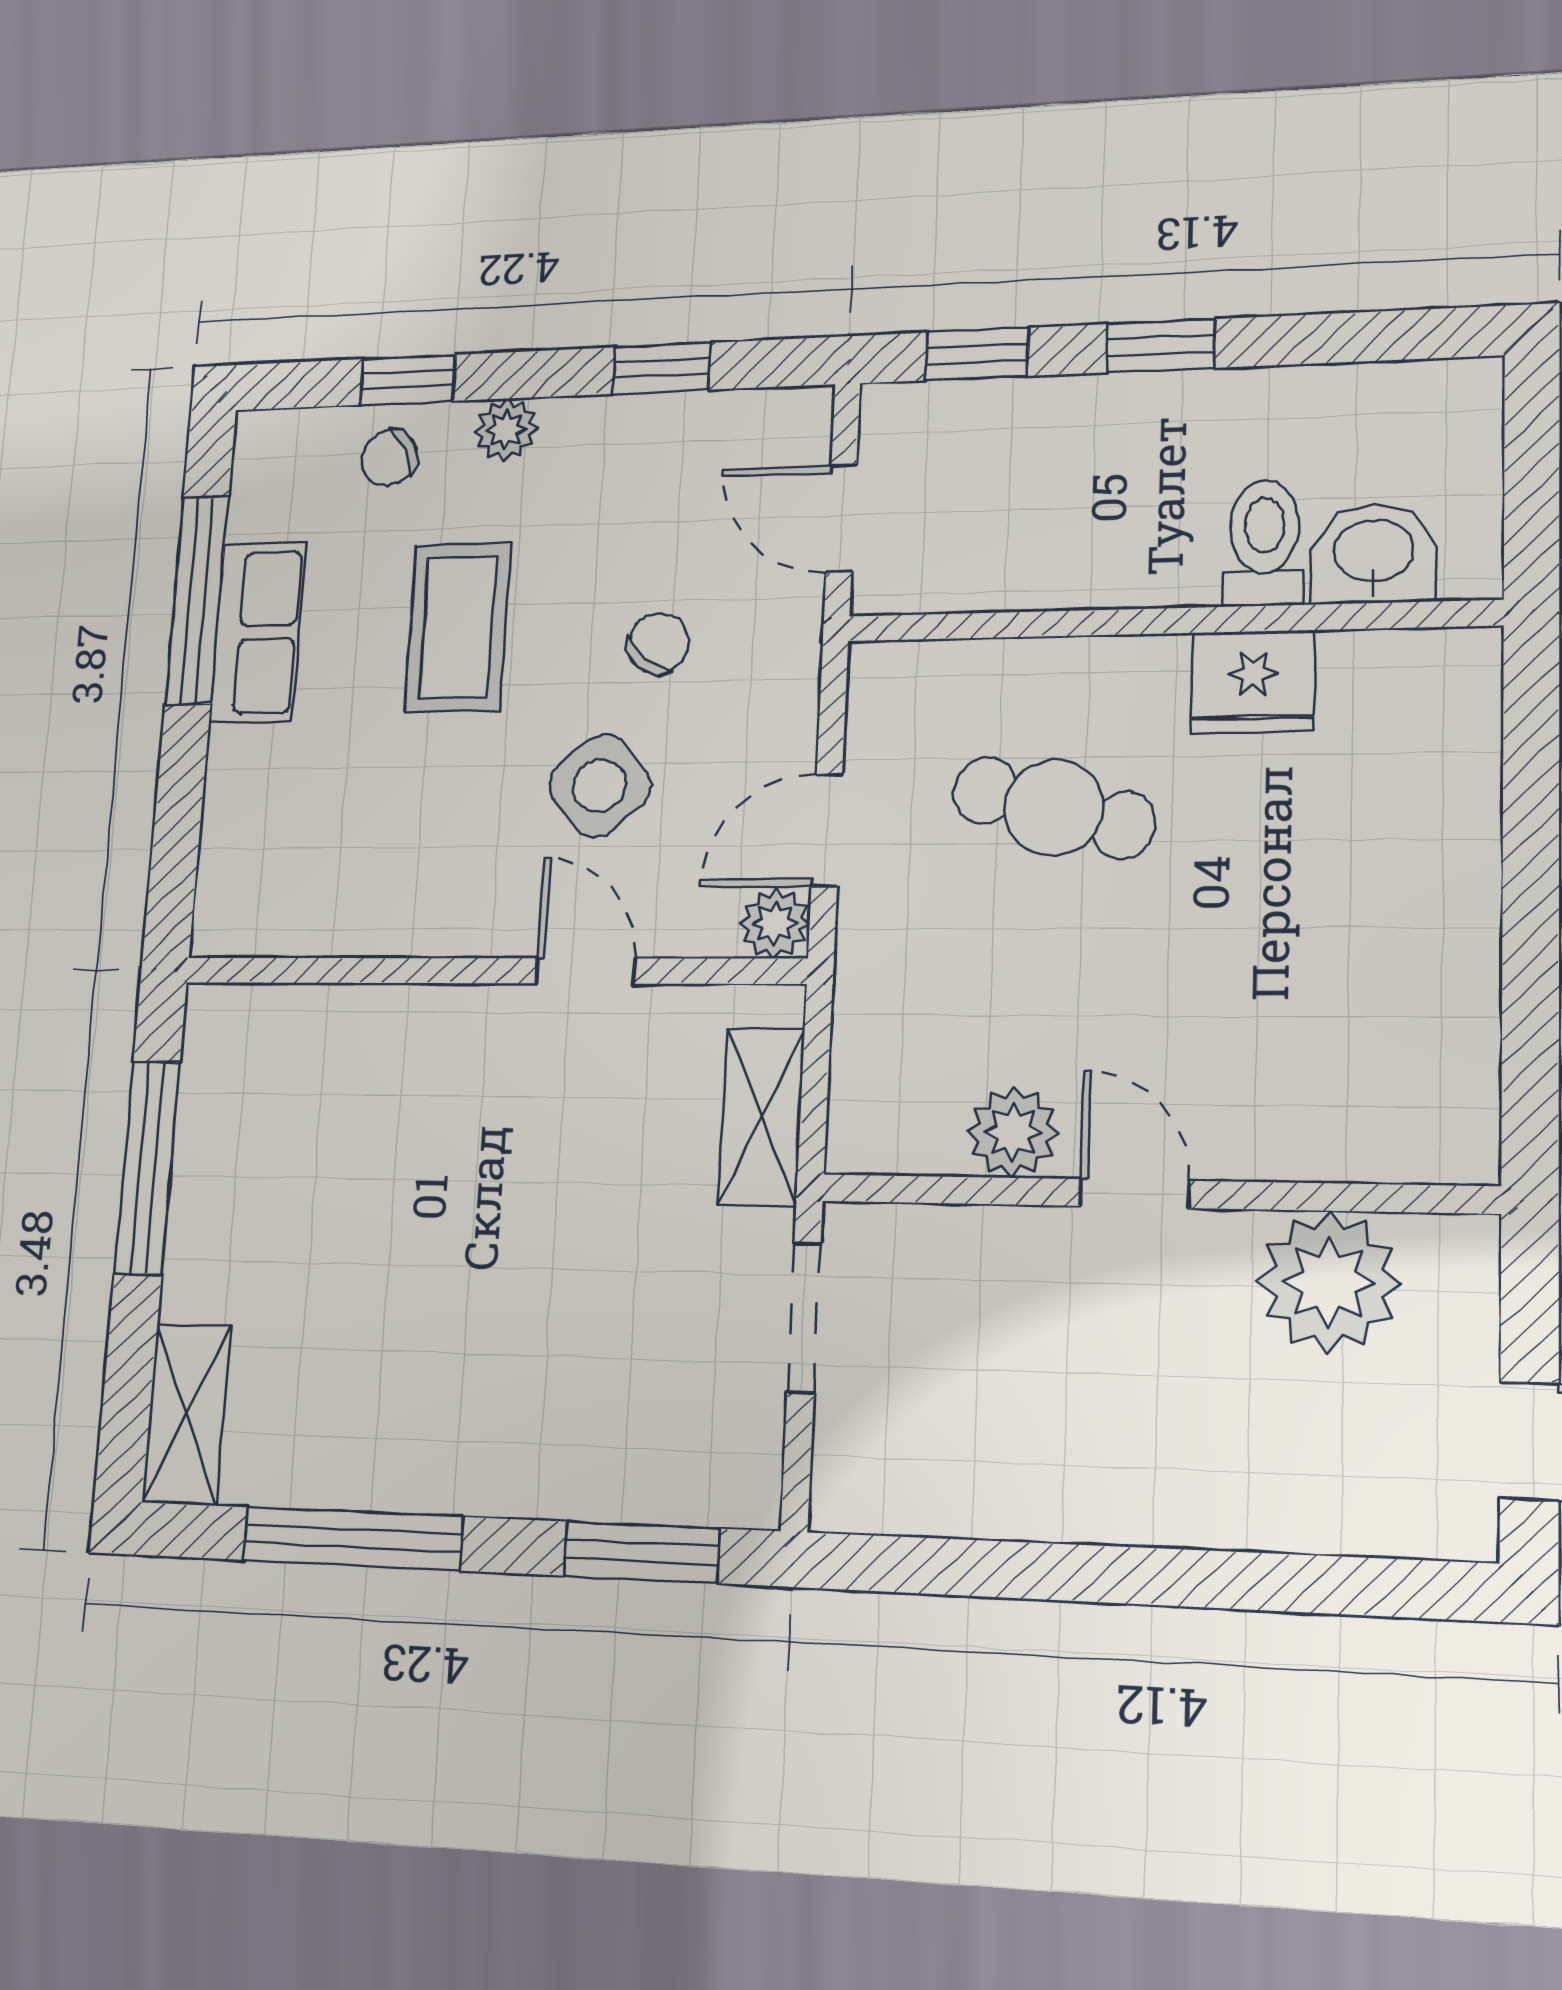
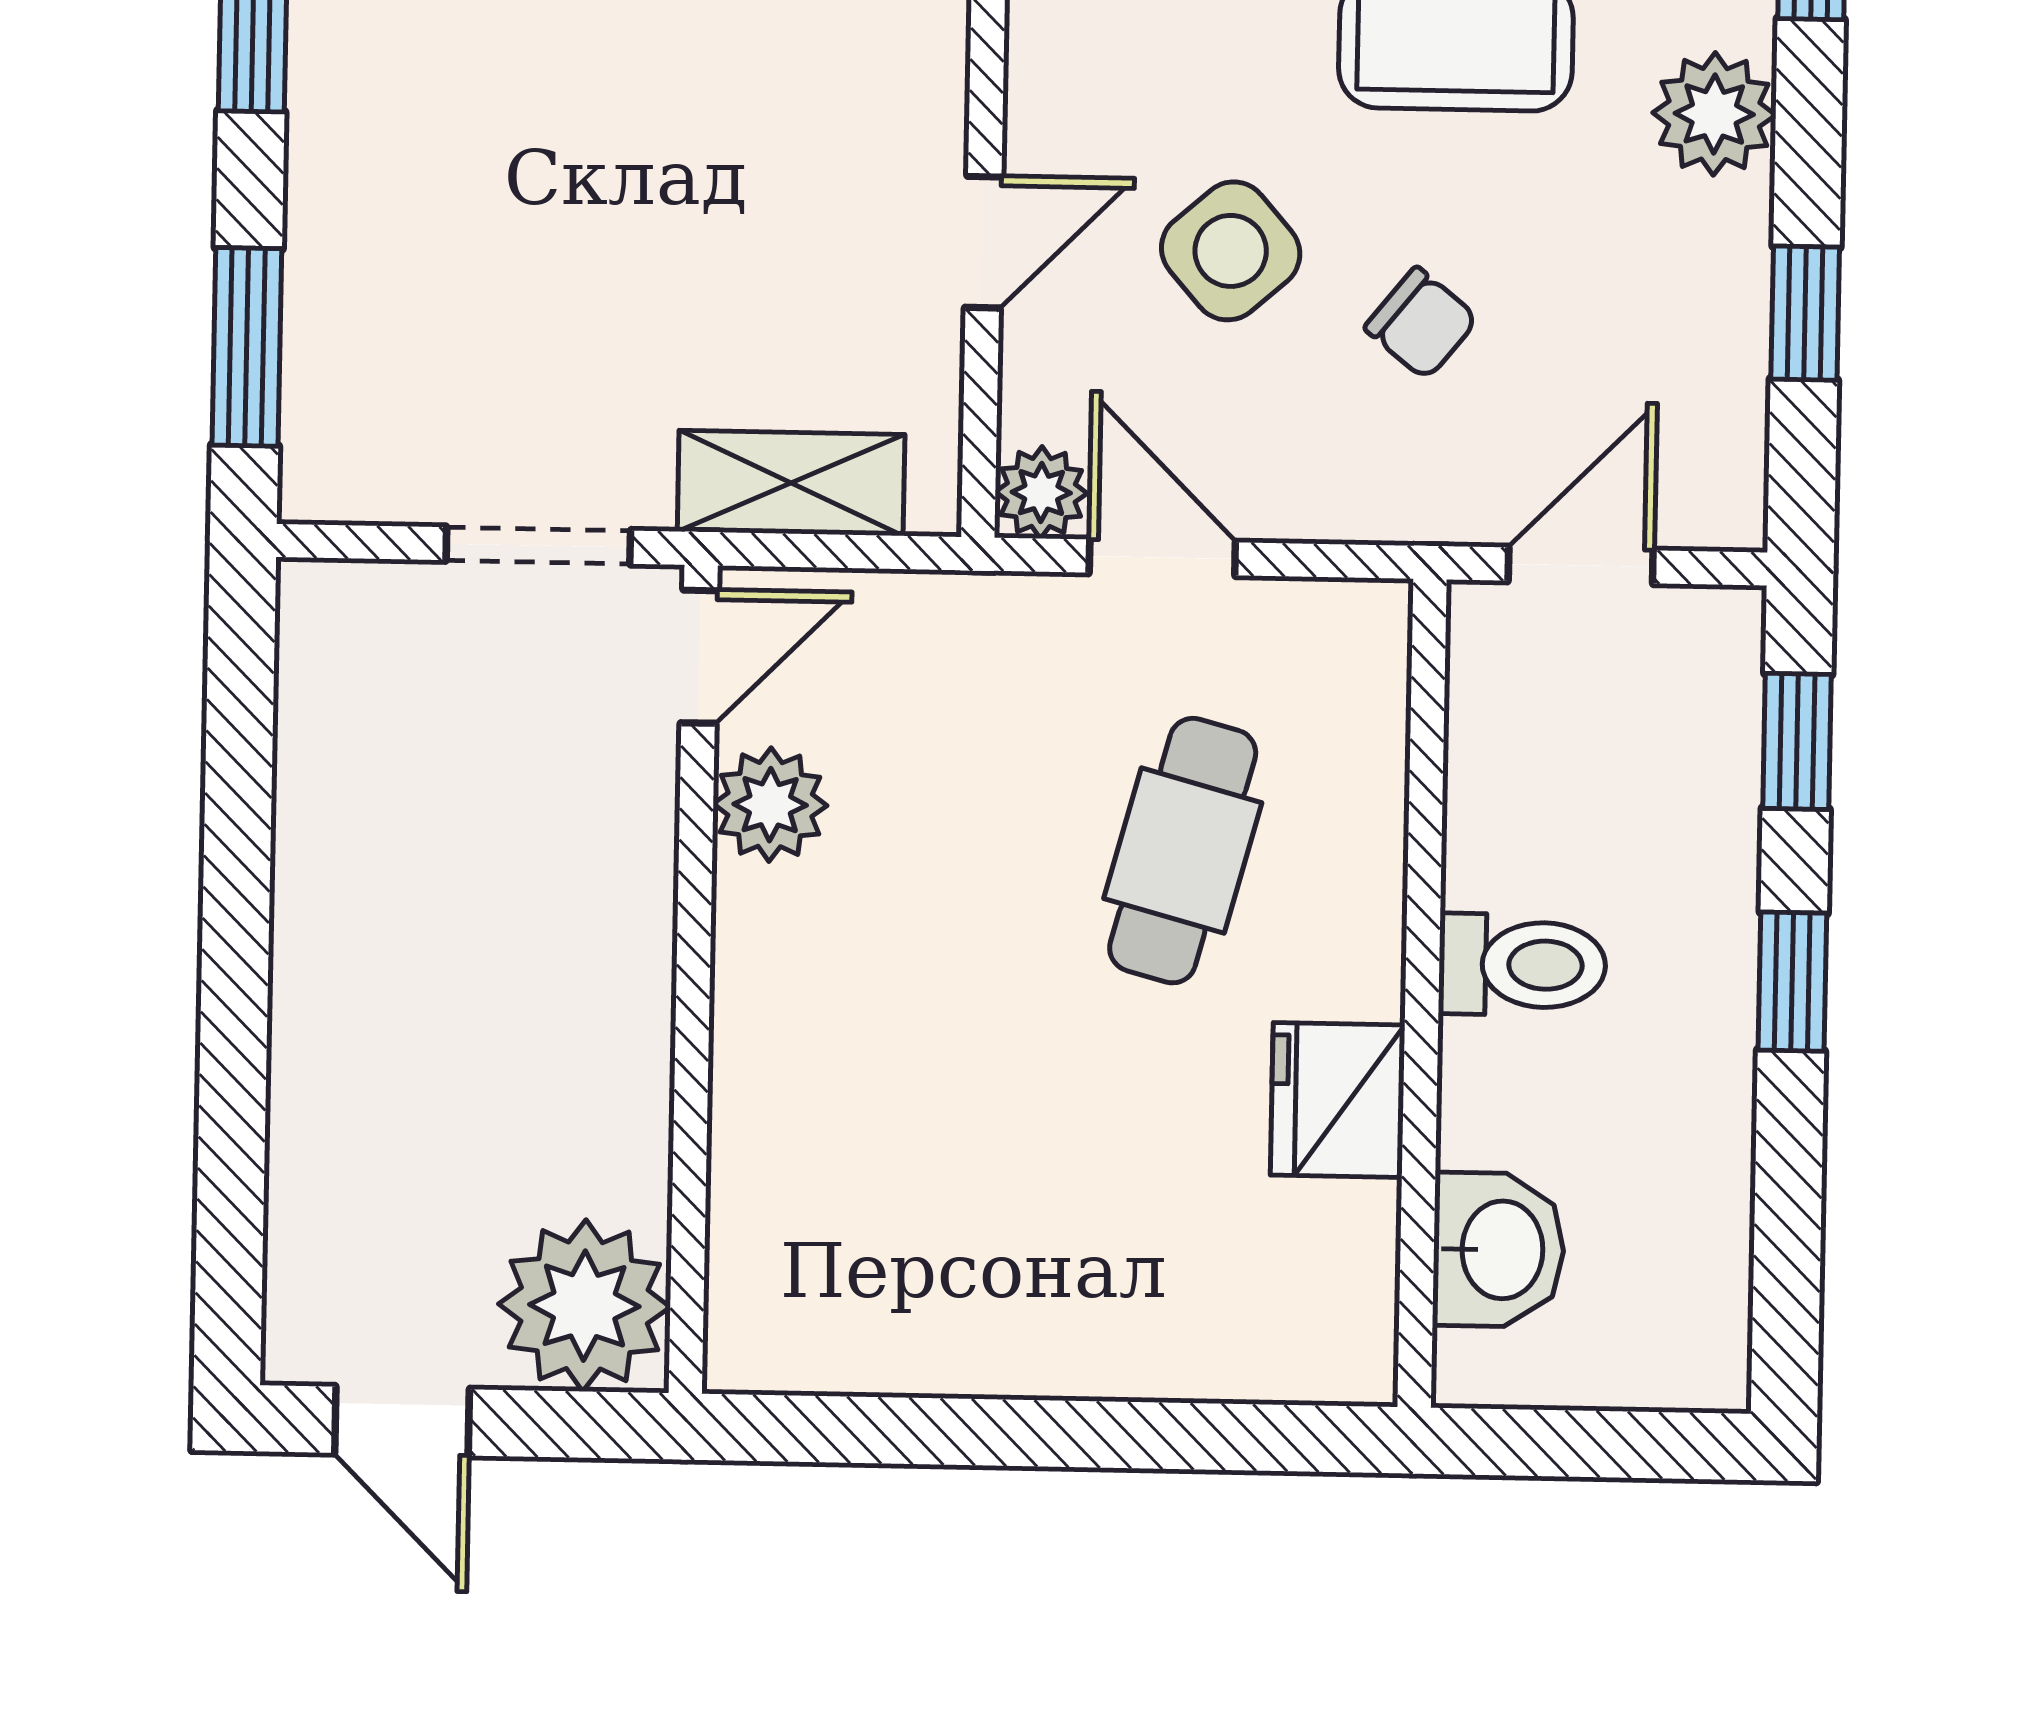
plant: (506, 430) -> (1714, 114), width x1.38, depth x1.38
toilet: (1264, 543) -> (1522, 965), moved
door: (1135, 1193) -> (699, 657), moved
plant: (1329, 1282) -> (584, 1306), moved

